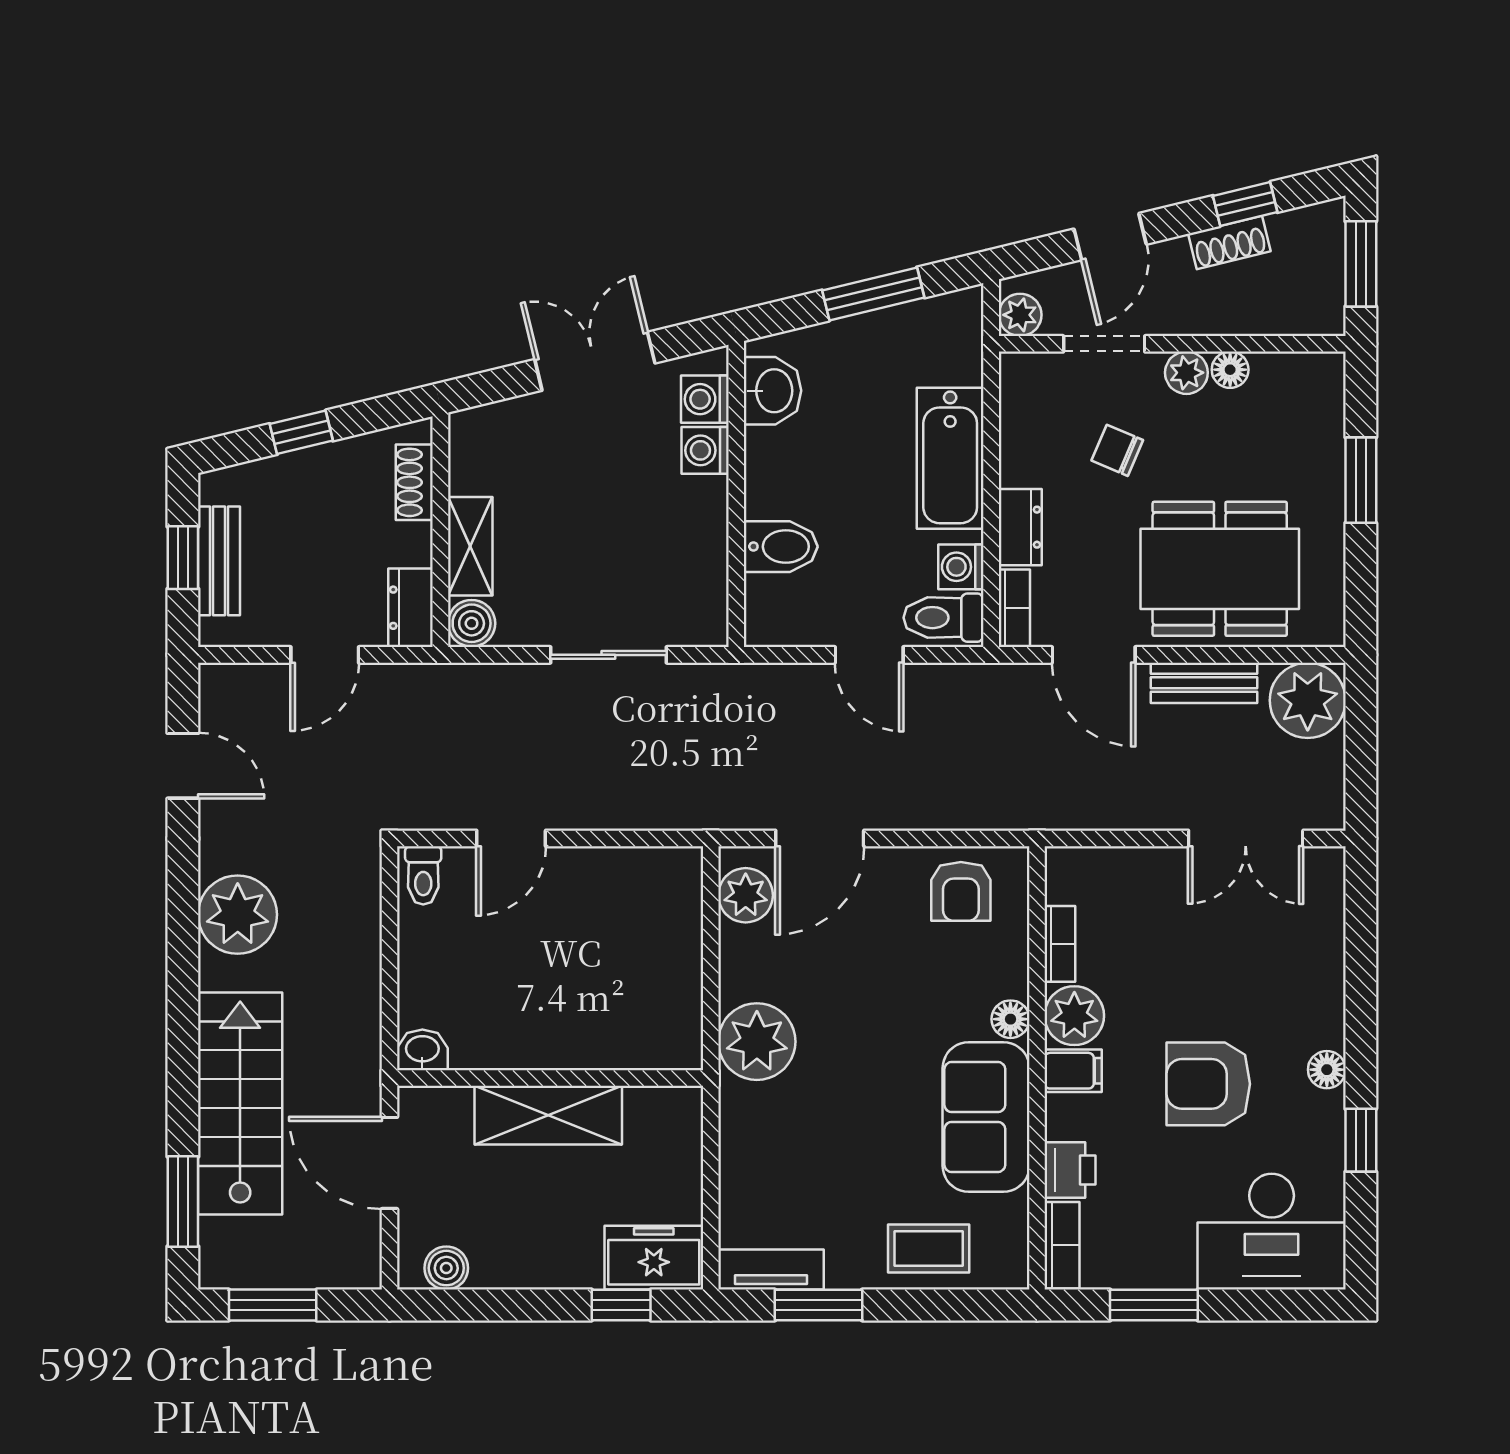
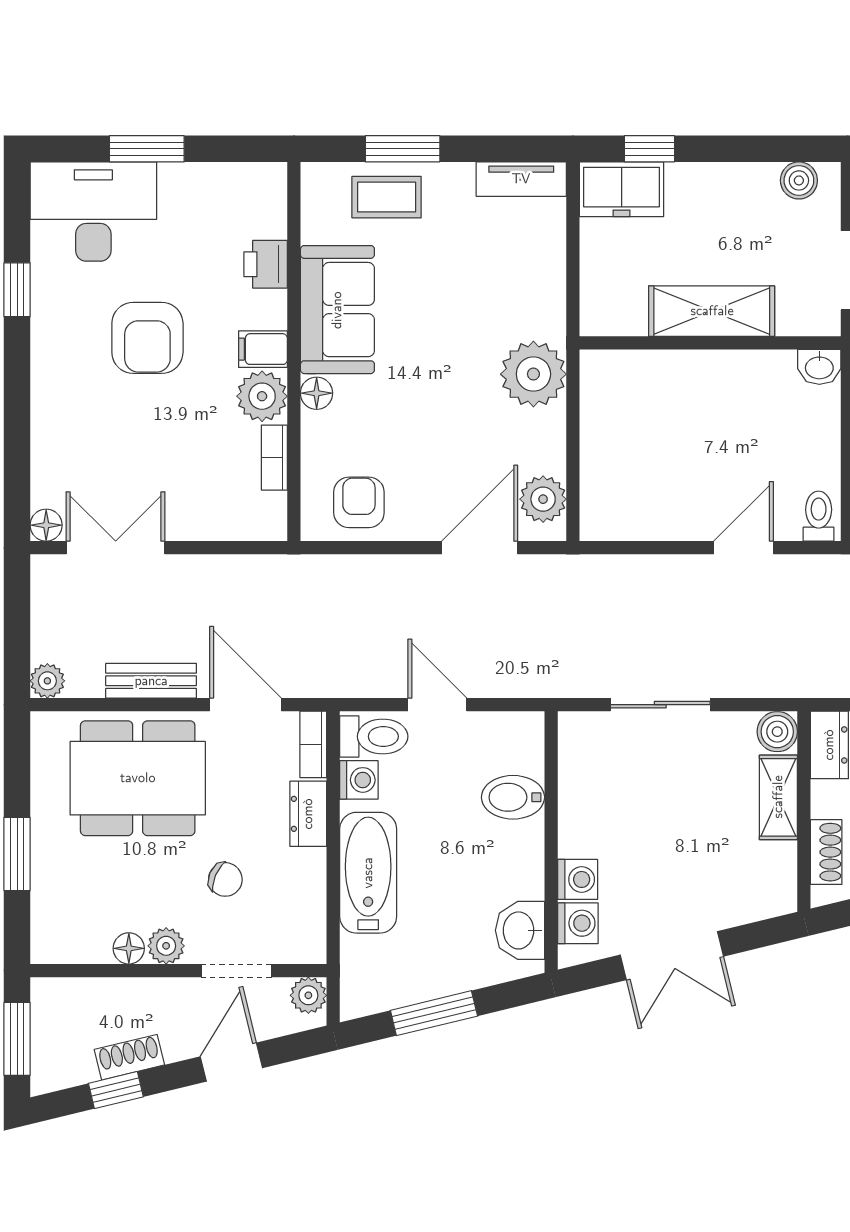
plant: (1308, 700) -> (47, 681), width x0.53, depth x0.53
floor lamp: (1327, 1070) -> (46, 525), moved
armchair: (1208, 1084) -> (147, 338), turned 90
bookcase: (1062, 1245) -> (273, 200), removed
window: (819, 1305) -> (403, 149), moved
window: (1154, 1305) -> (147, 149), moved

